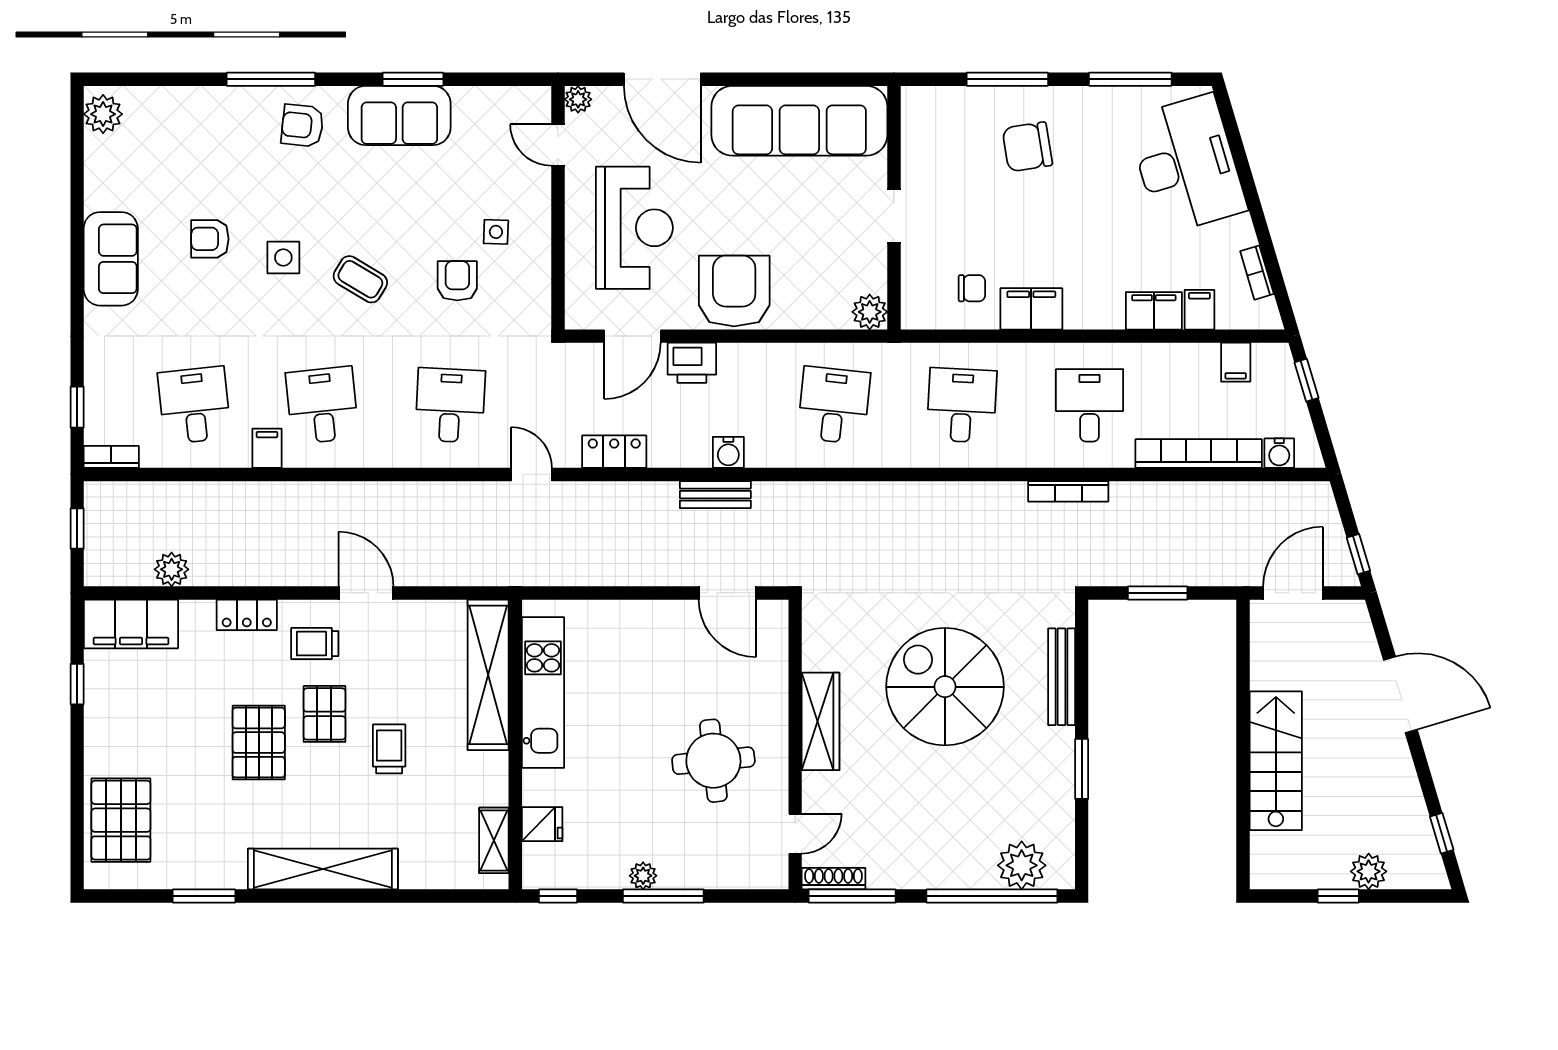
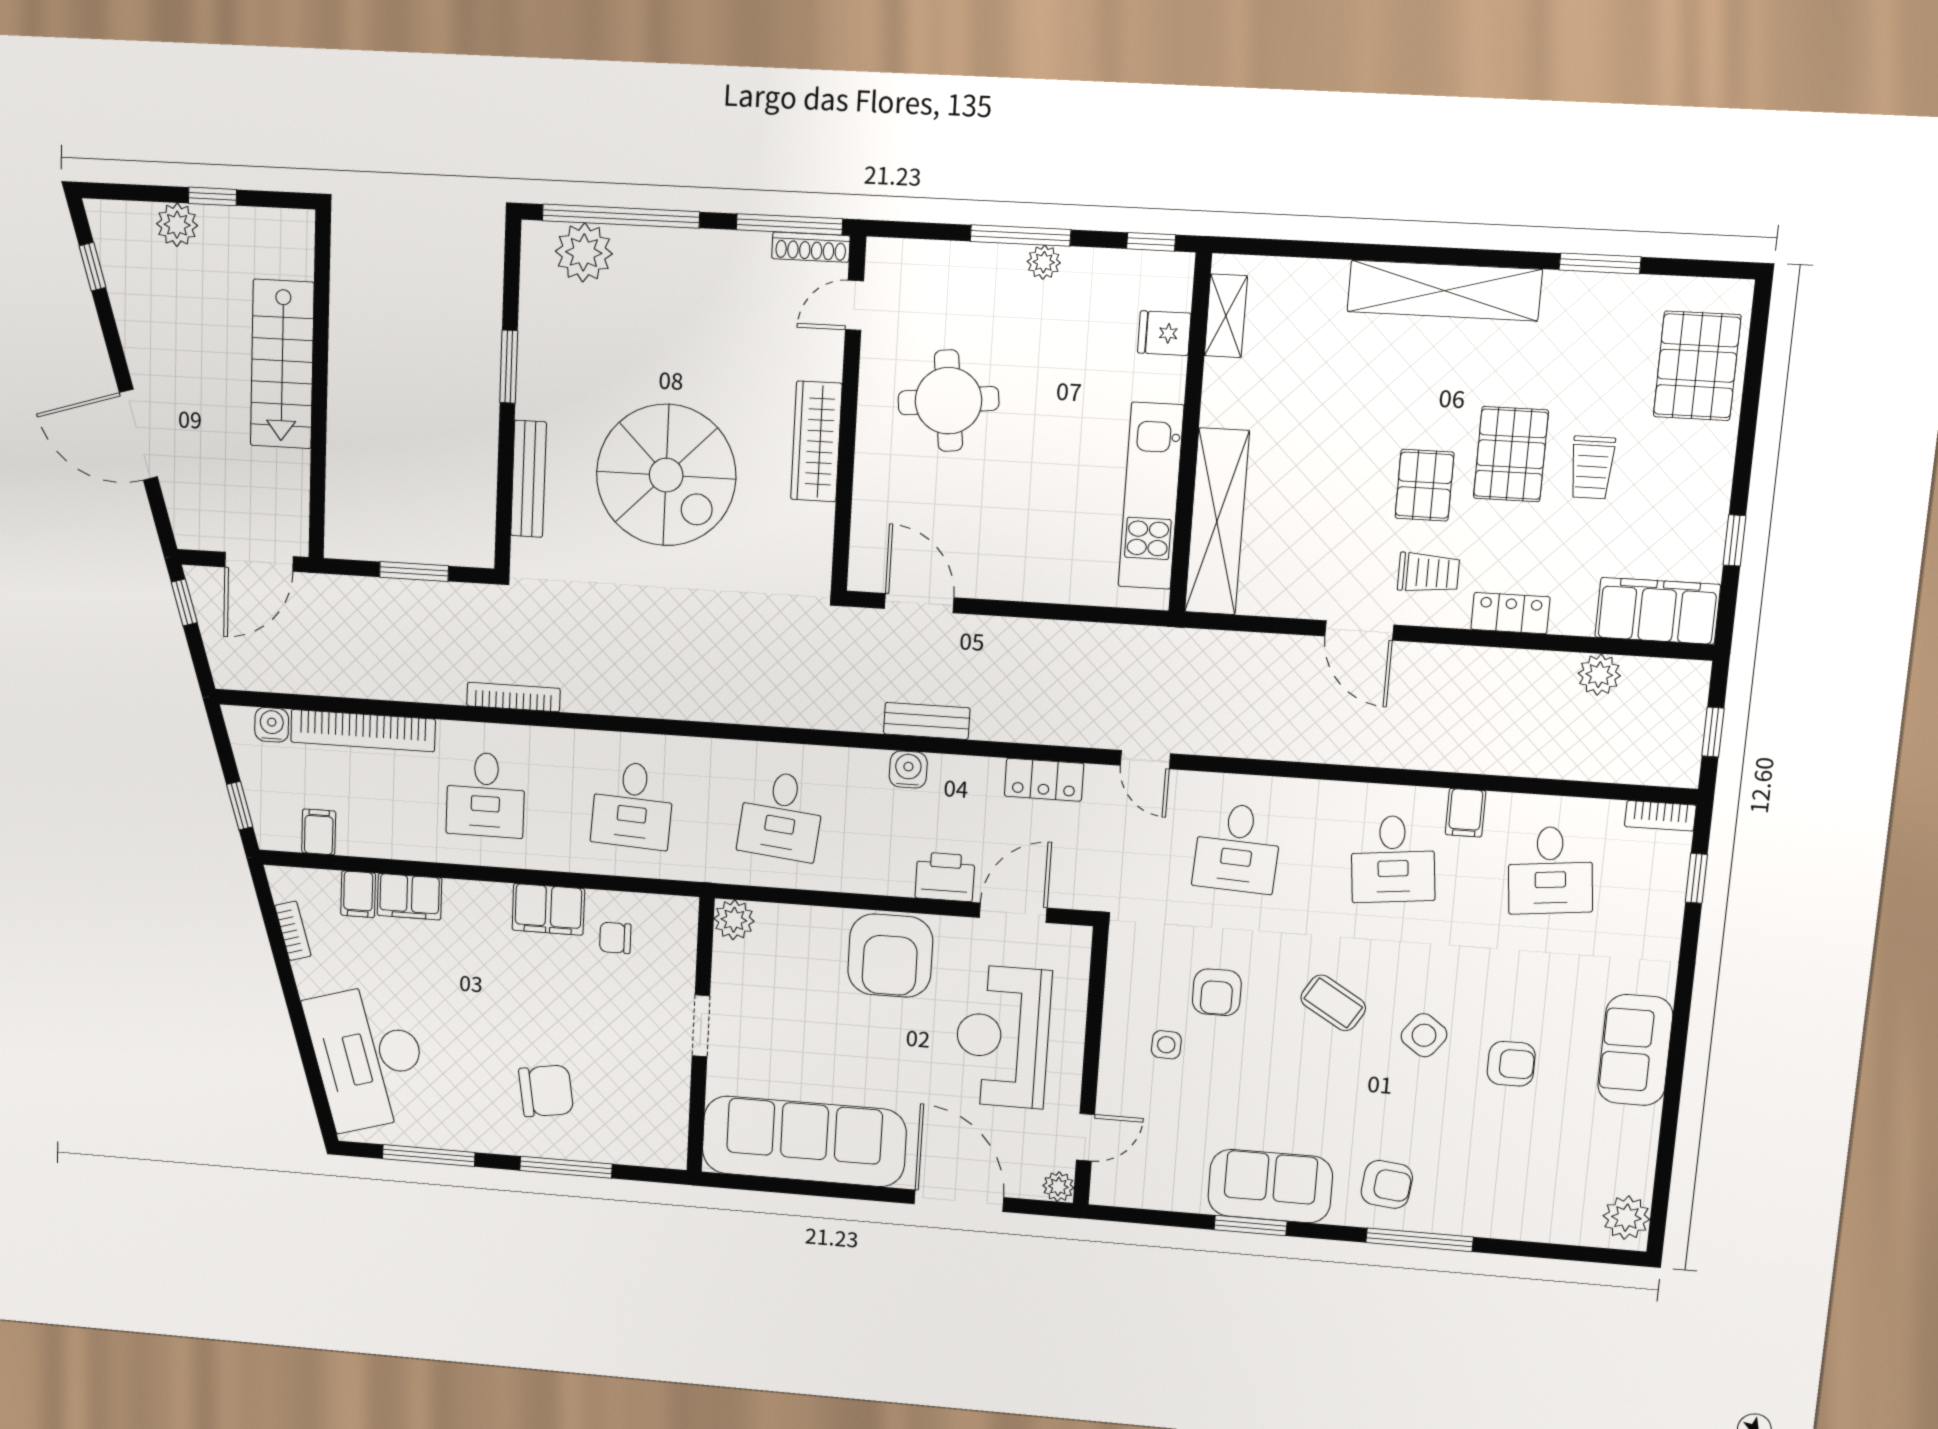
door: (558, 145) -> (1086, 1137), hinge flipped
side table: (283, 257) -> (1424, 1035), turned 36
trolley: (389, 749) -> (1592, 467), moved

